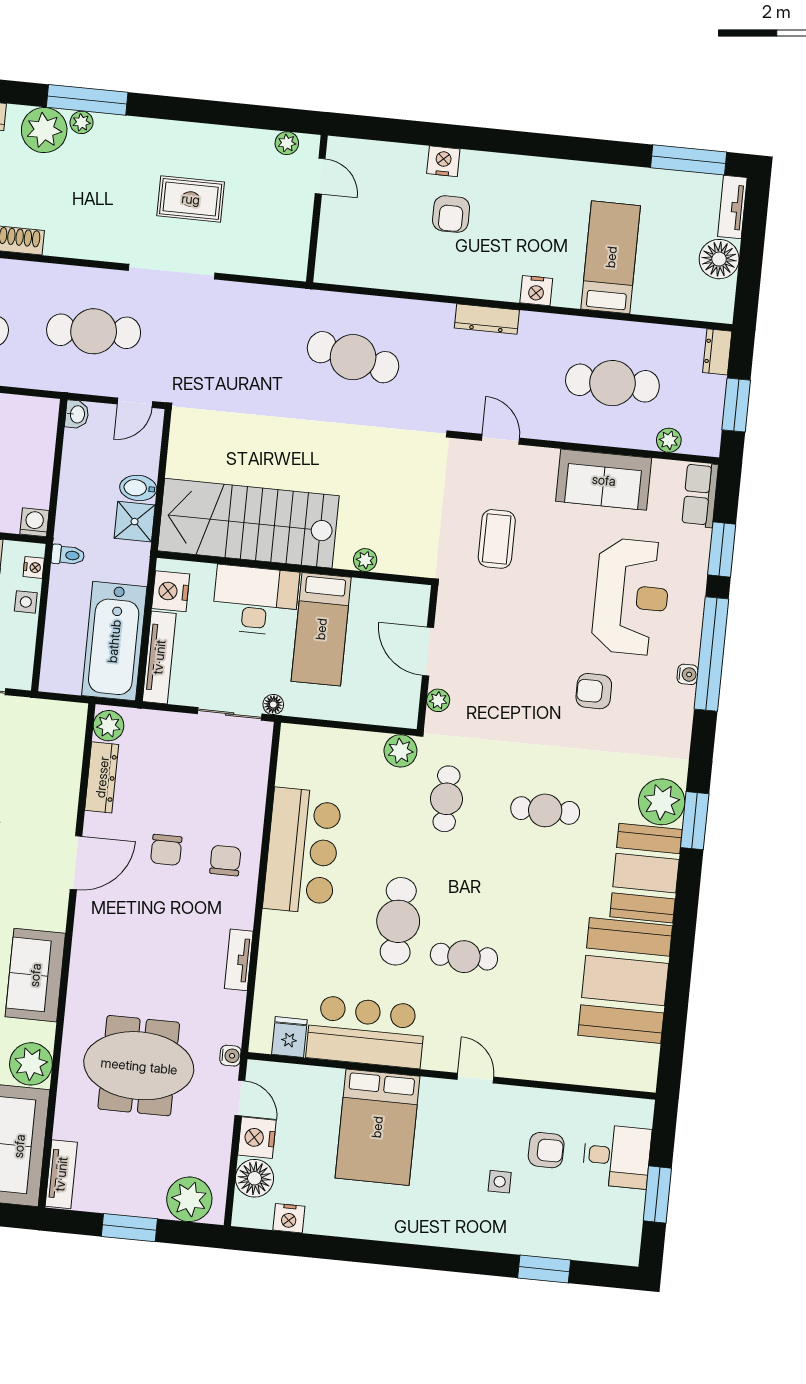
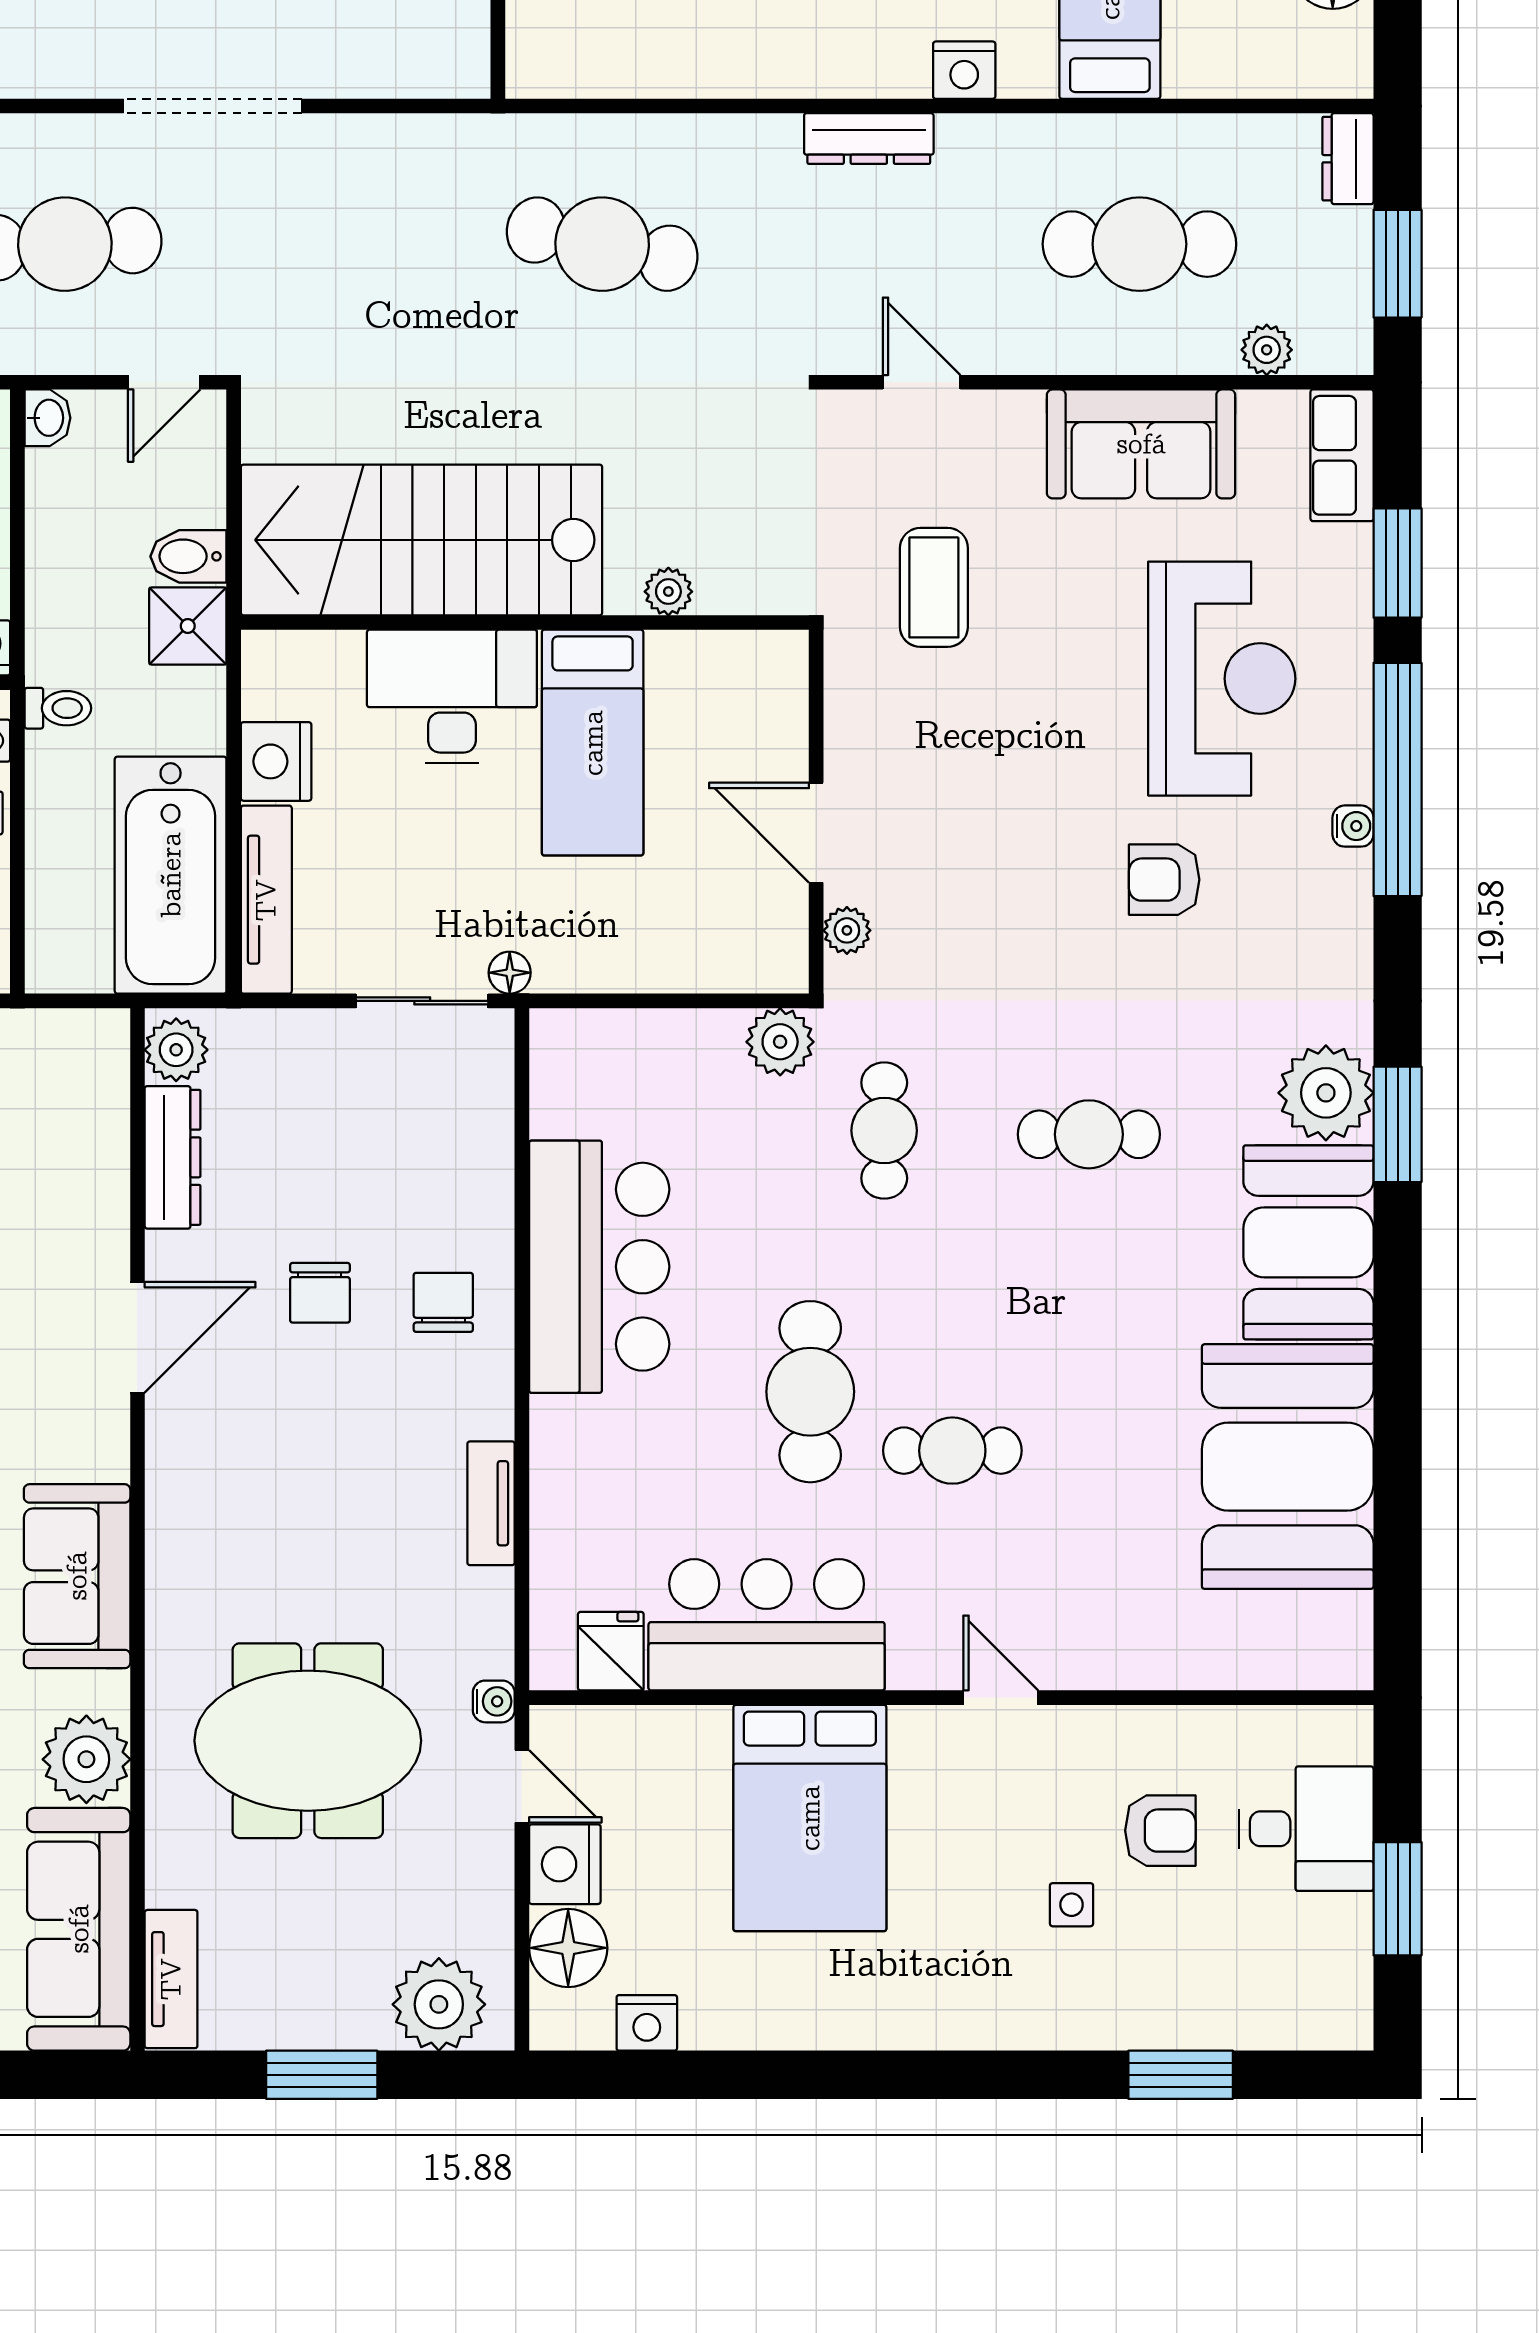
stairs: (248, 523) -> (421, 540), moved
plant: (365, 560) -> (668, 592), moved
wall: (294, 568) -> (525, 622), moved
desk: (256, 600) -> (452, 696), moved
bed: (321, 629) -> (593, 743), moved

